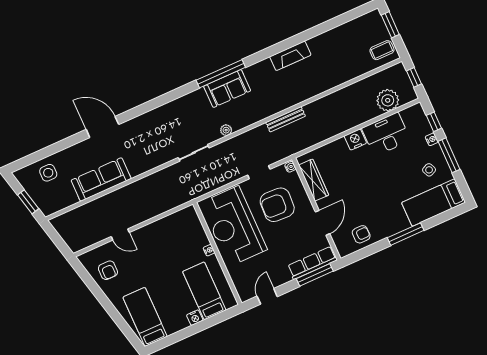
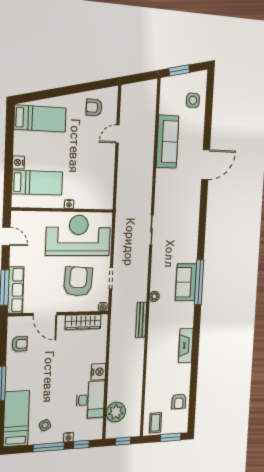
armchair: (350, 34) -> (179, 401), added
plant: (226, 130) -> (154, 296), moved
armchair: (361, 234) -> (20, 344), turned -90

